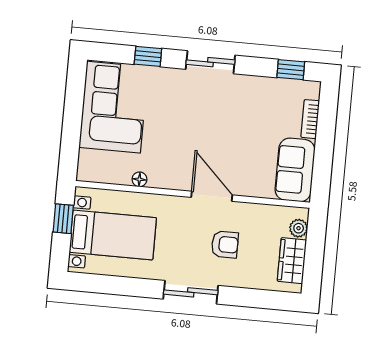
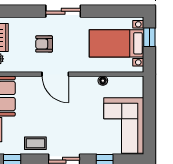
coffee table: (252, 92) -> (35, 143), added
window: (63, 219) -> (149, 37), moved

